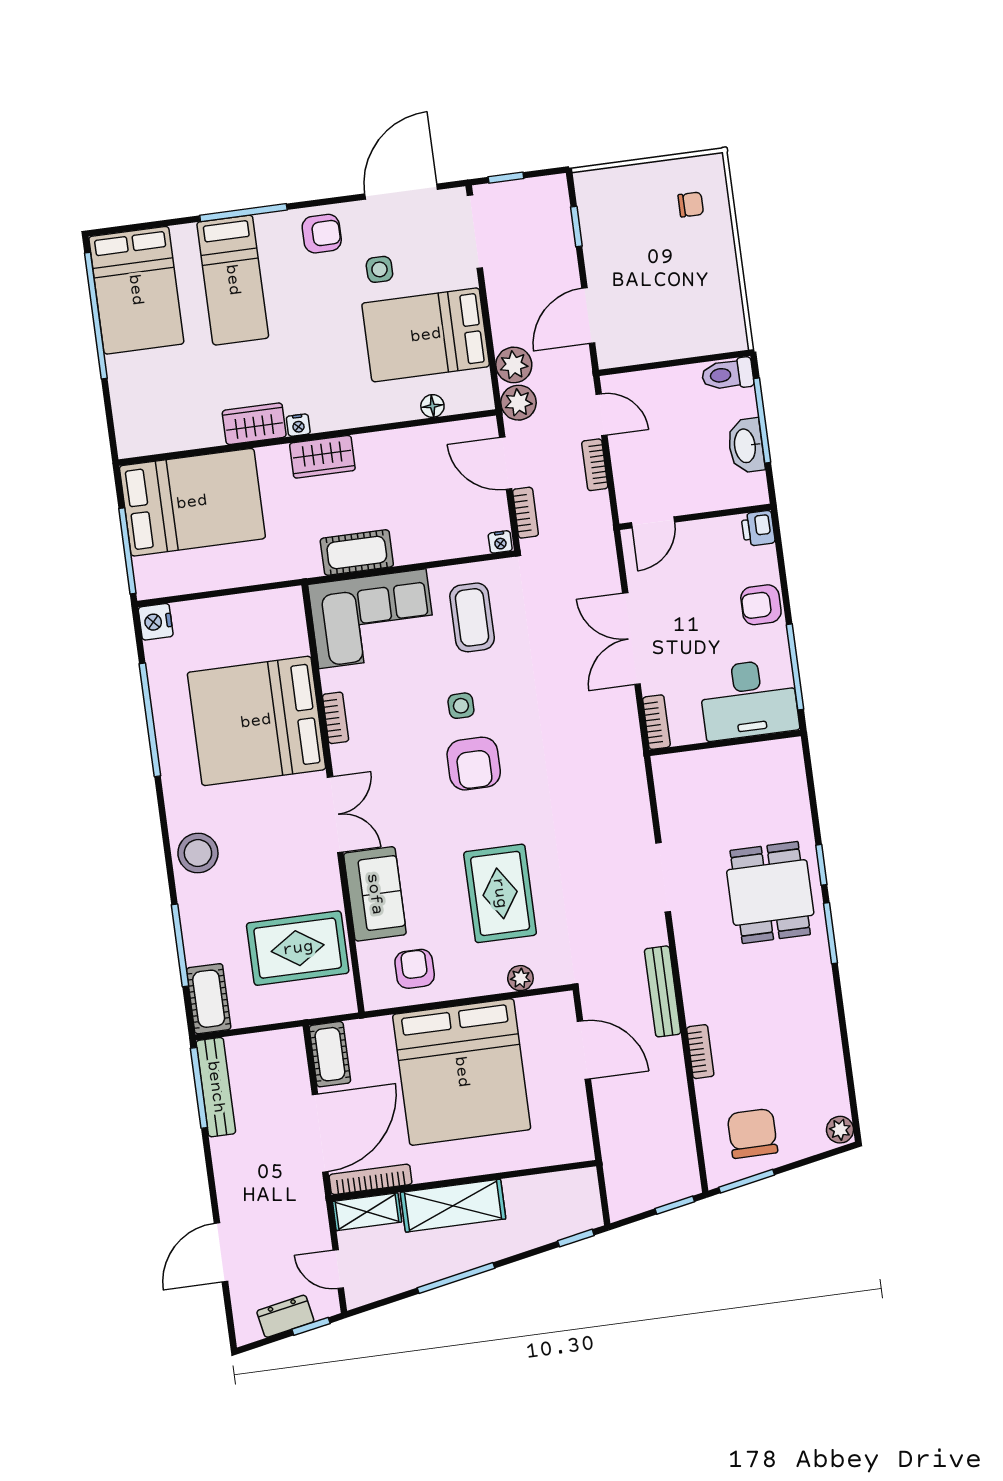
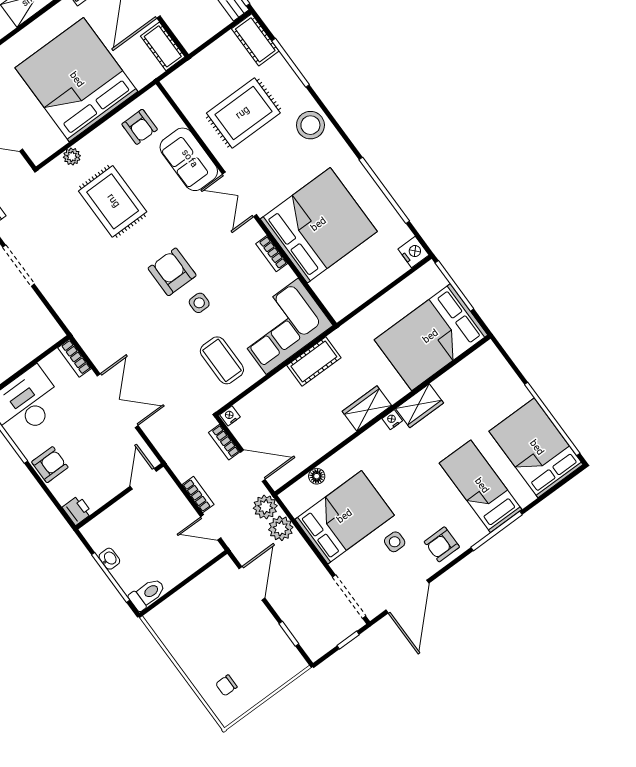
washbasin: (746, 446) -> (109, 559), width x0.52, depth x0.69
rug: (298, 948) -> (243, 113), moved

